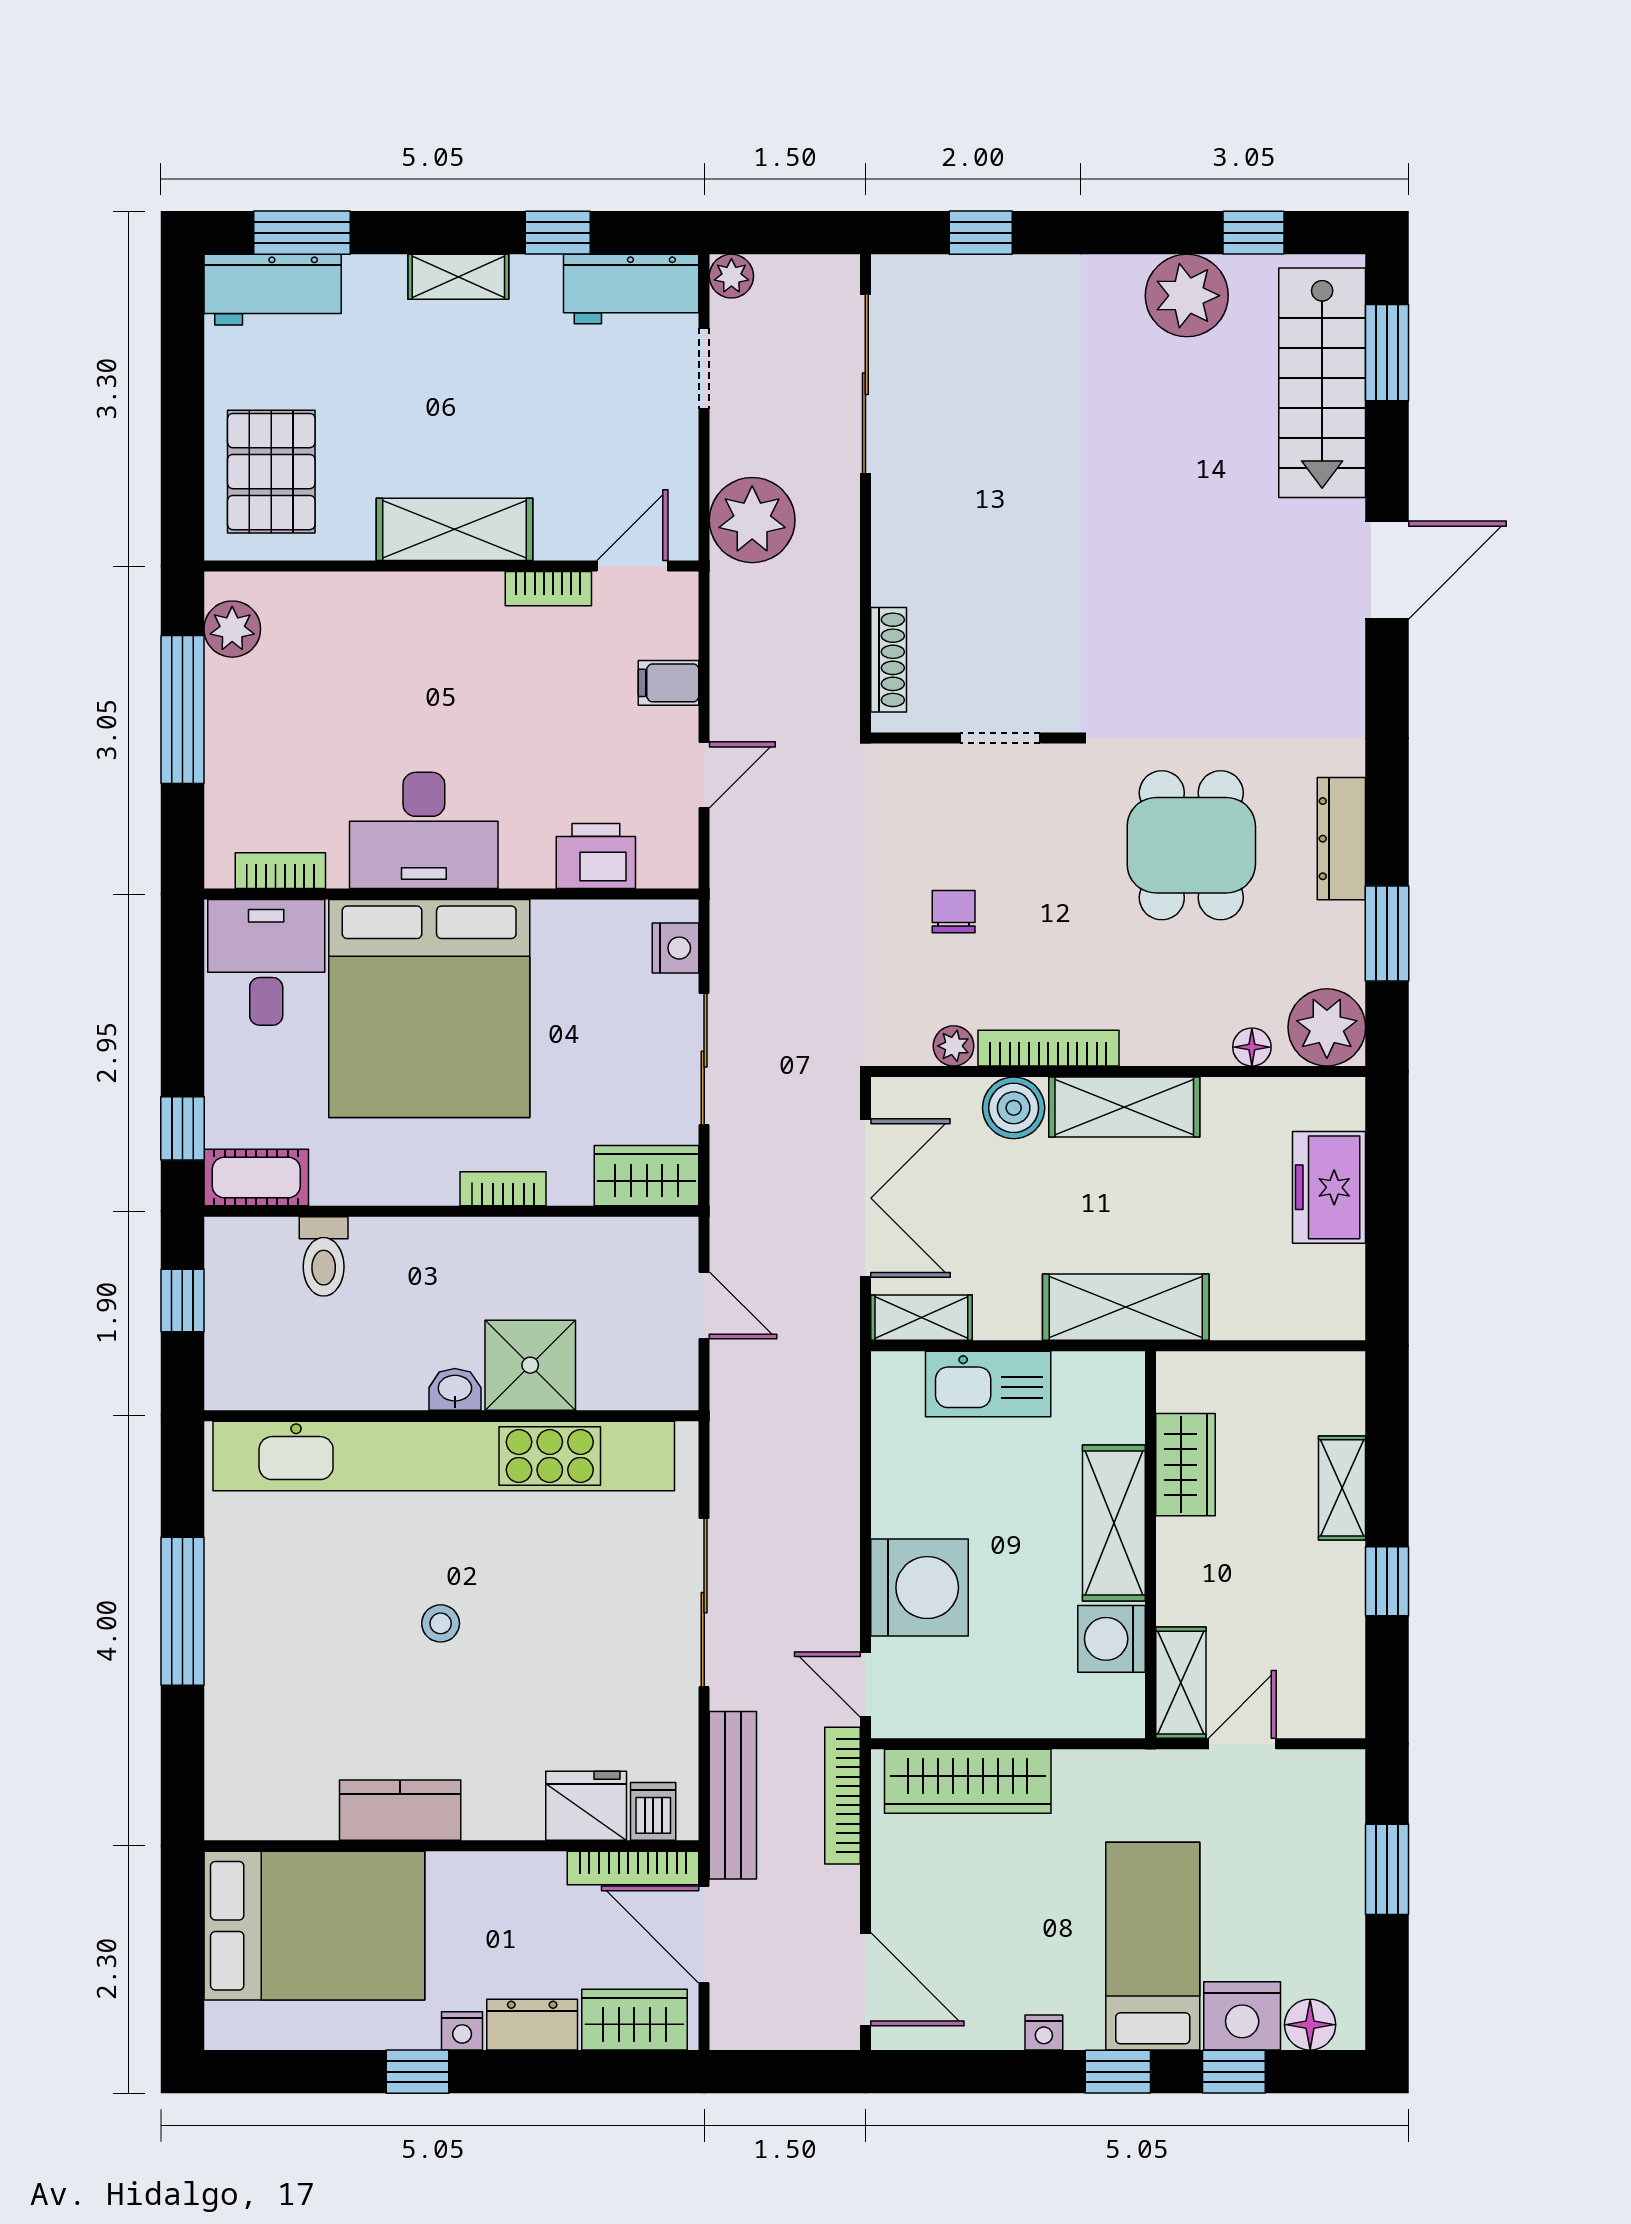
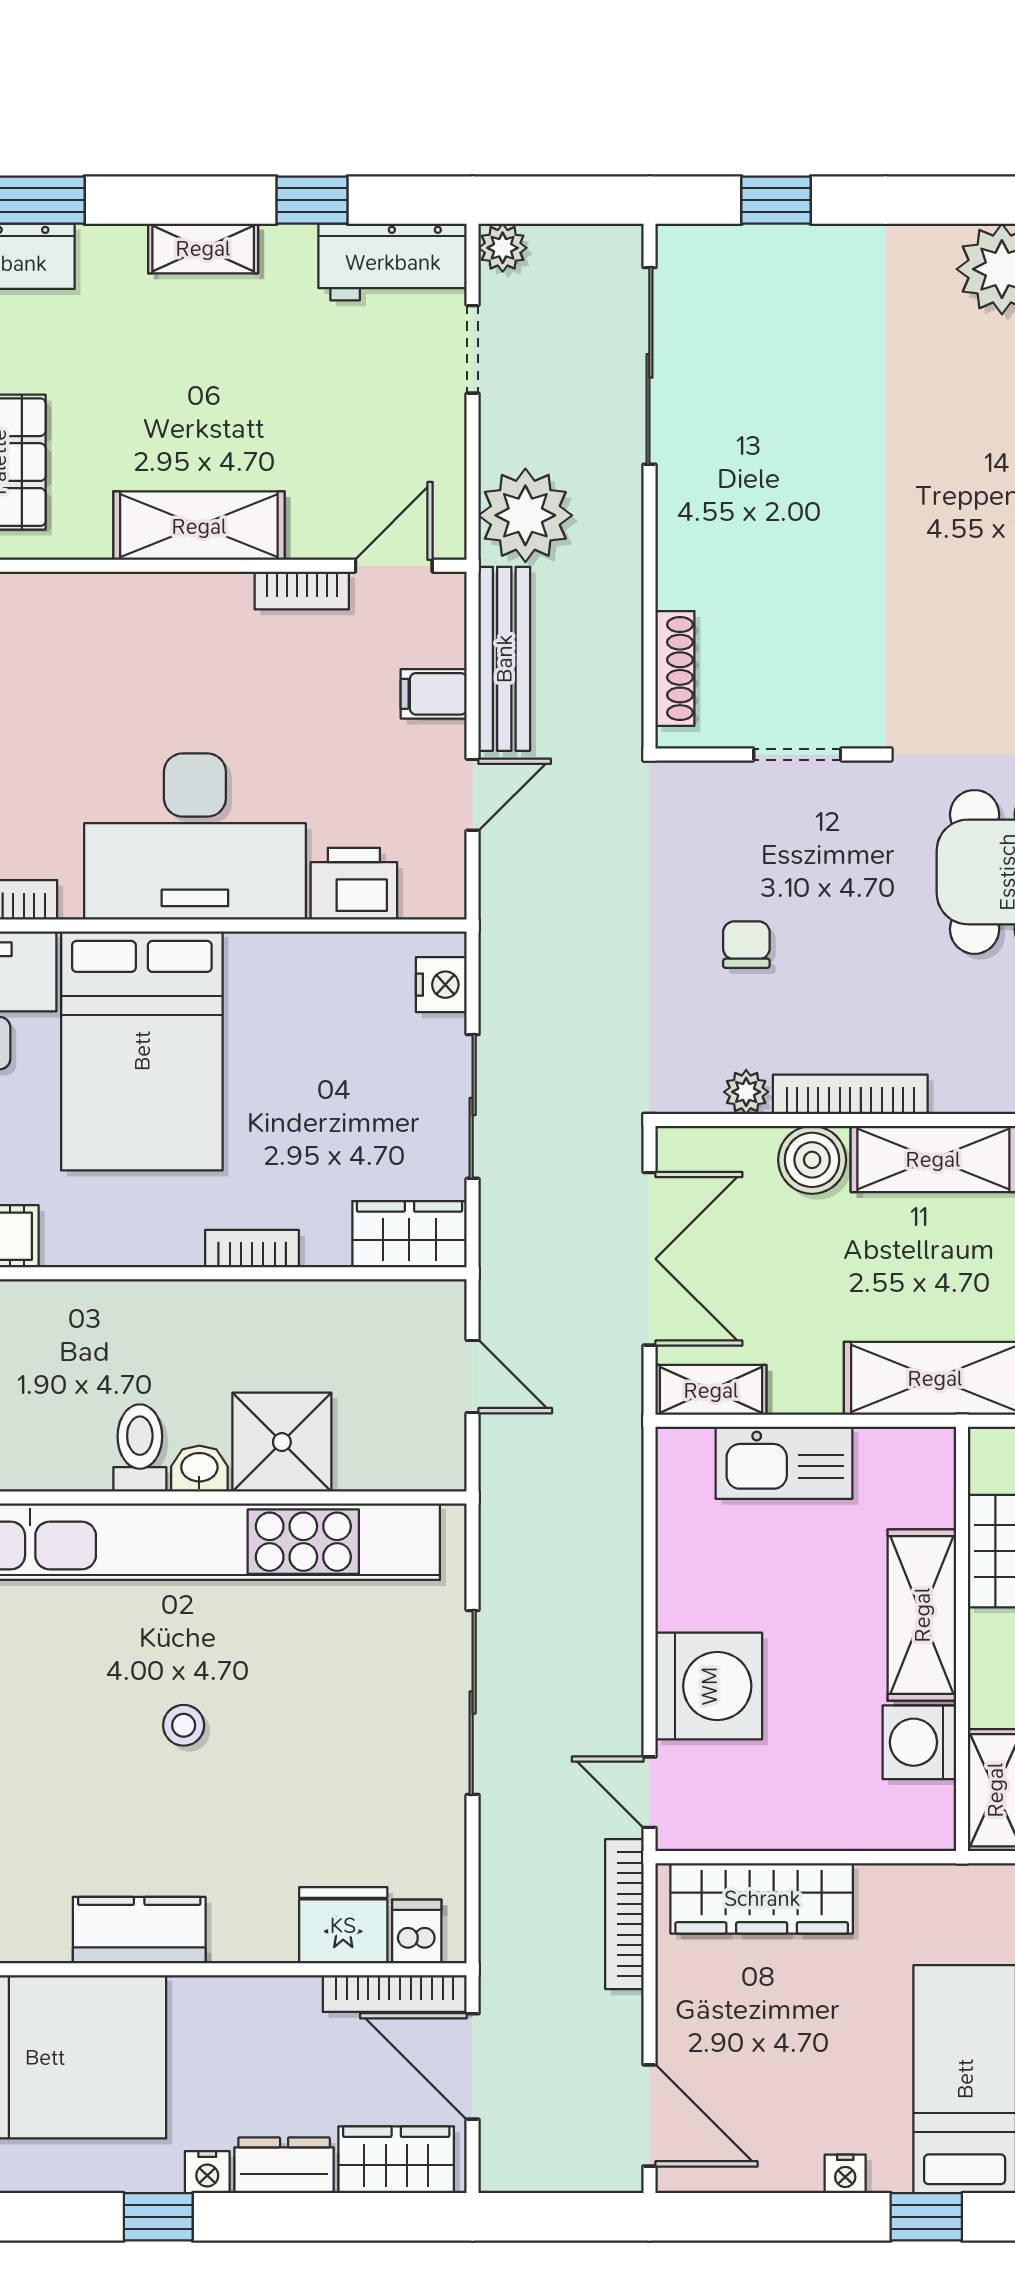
desk: (424, 830) -> (195, 836), width x1.36, depth x1.30
bed: (429, 1008) -> (142, 1051), width x0.73
toilet: (324, 1256) -> (140, 1448), moved, turned 180
bench: (733, 1795) -> (504, 659), moved

